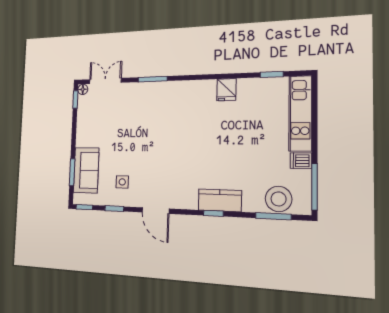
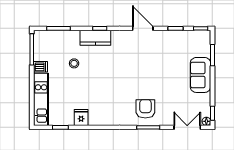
double door: (105, 81) -> (187, 127), swing flipped
fridge: (226, 90) -> (81, 117), moved
armchair: (155, 103) -> (145, 109), added
sofa: (86, 170) -> (200, 75), moved
side table: (122, 182) -> (170, 49), removed
stool: (279, 199) -> (74, 63), moved, width x0.53, depth x0.53

